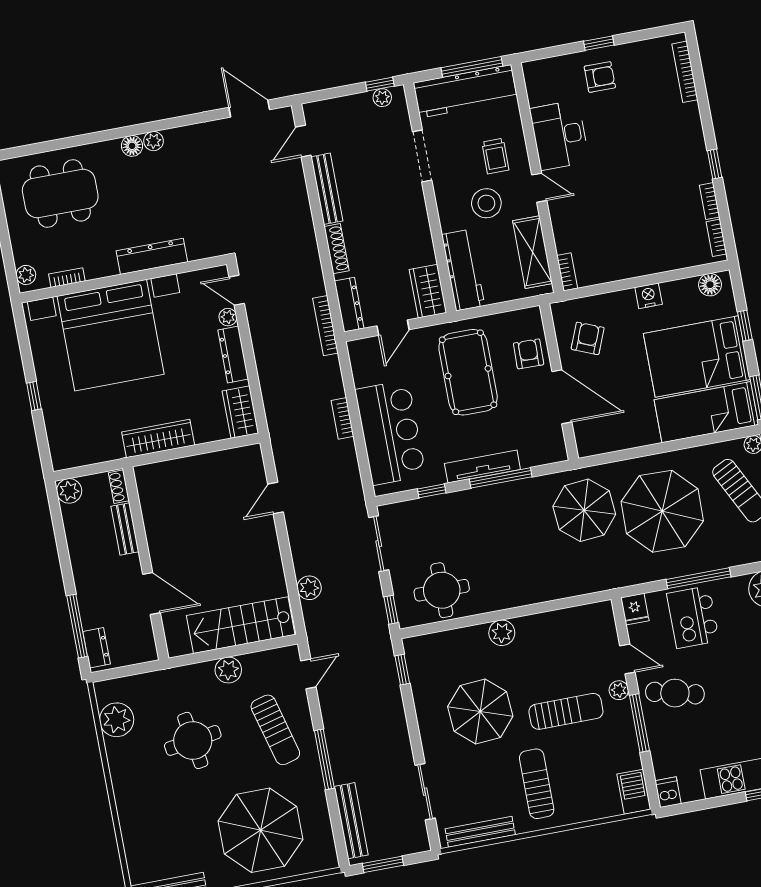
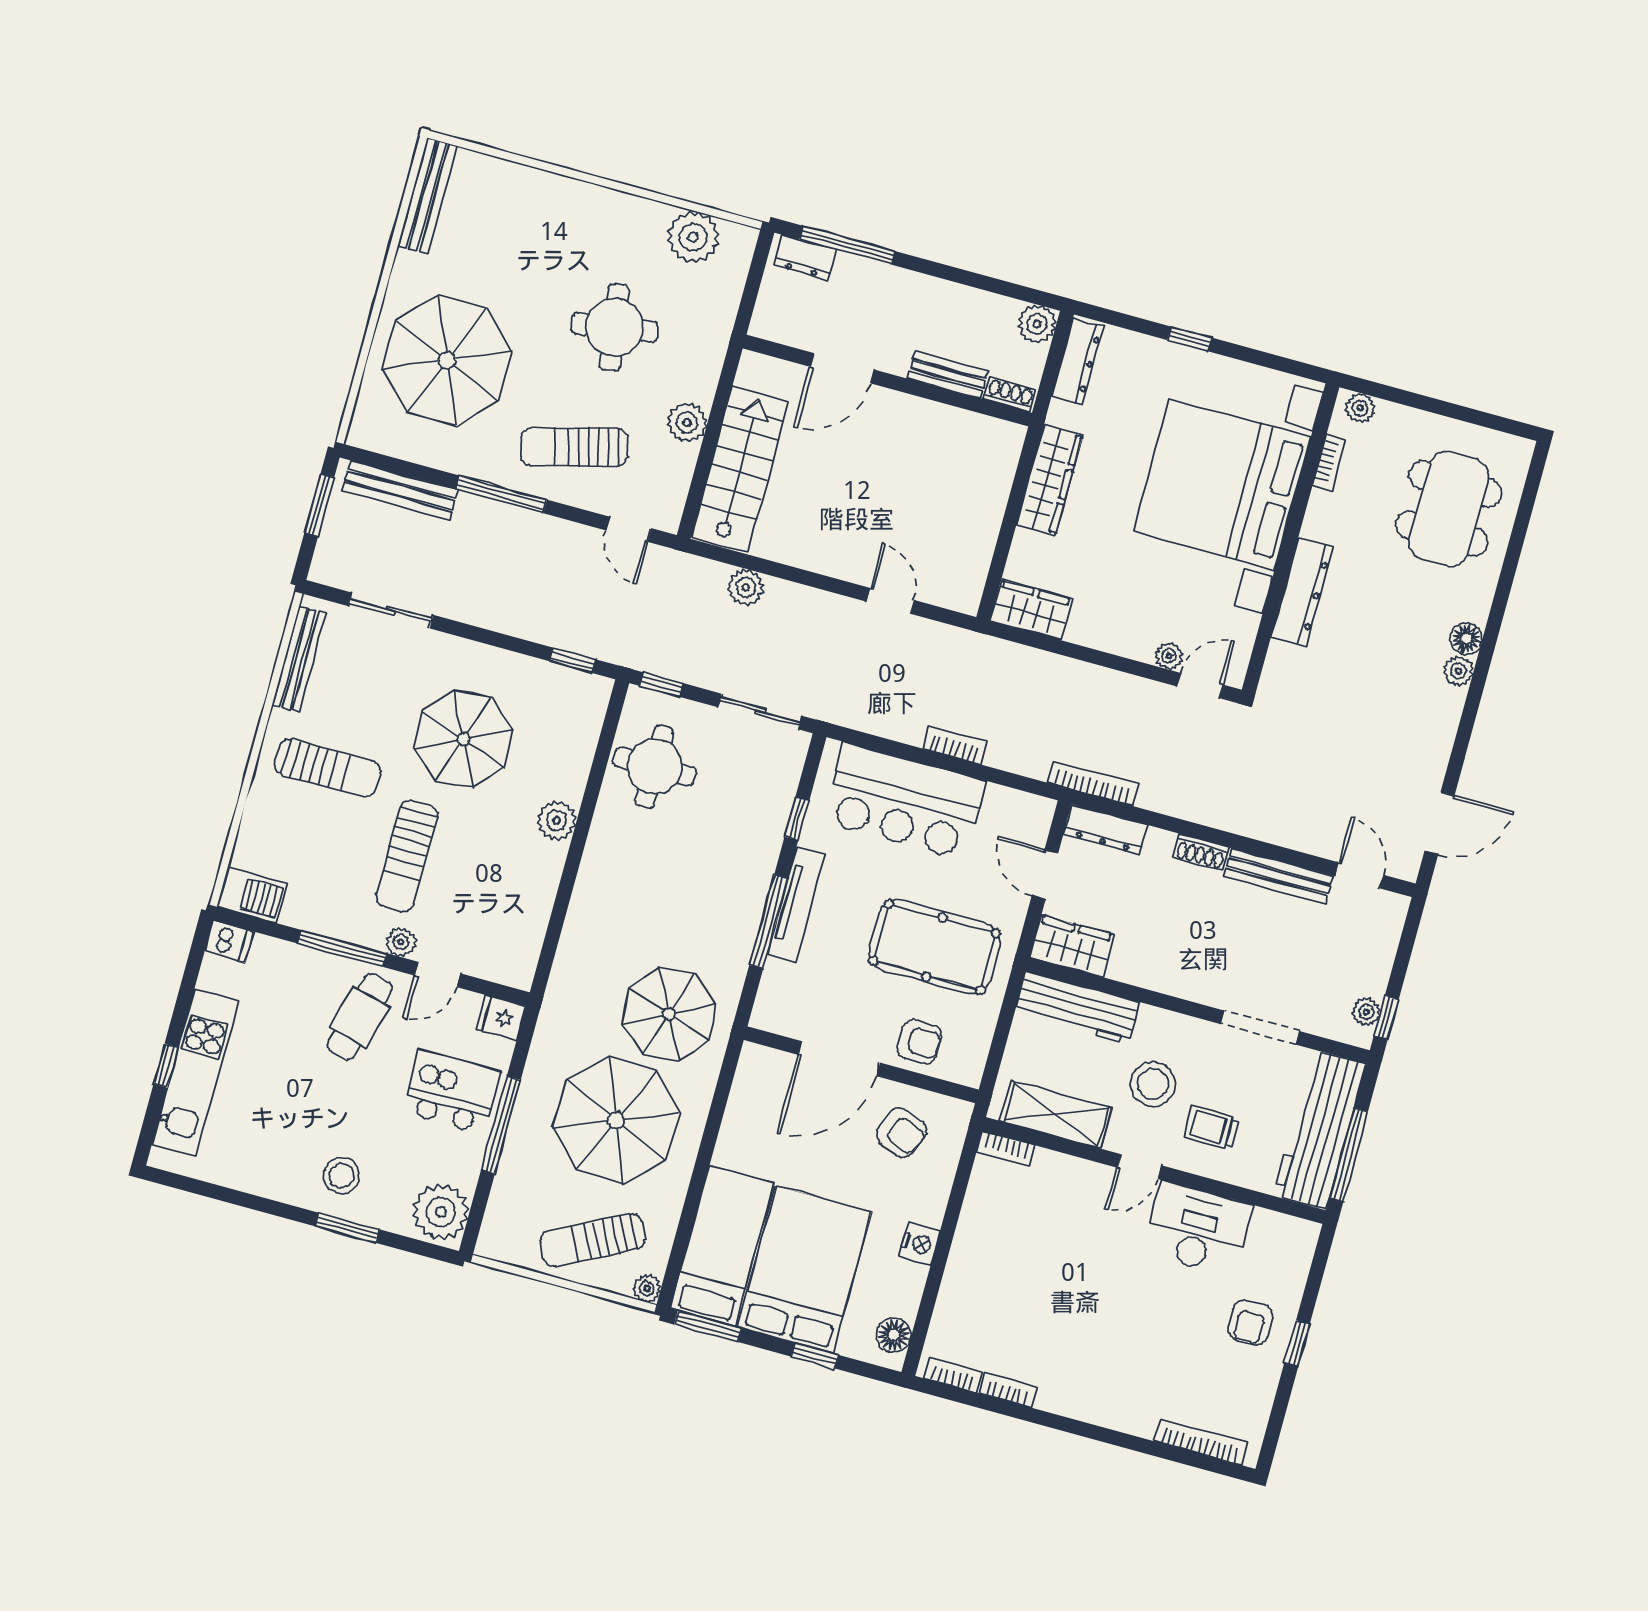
window: (715, 164) -> (1055, 1422), removed
shoe rack: (337, 249) -> (1201, 852), width x0.70
dresser: (233, 354) -> (1078, 361), moved, turned 90

